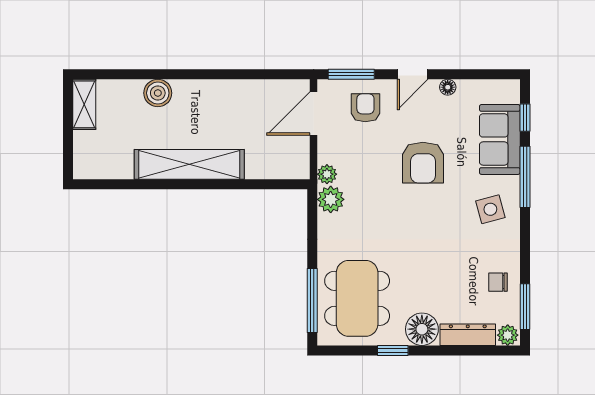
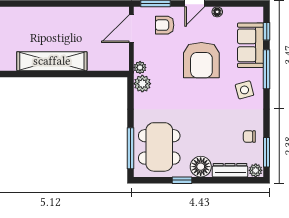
boiler: (158, 93) -> (32, 16), removed
armchair: (365, 108) -> (165, 25), turned -90
armchair: (423, 163) -> (201, 60), width x1.36, depth x1.36

